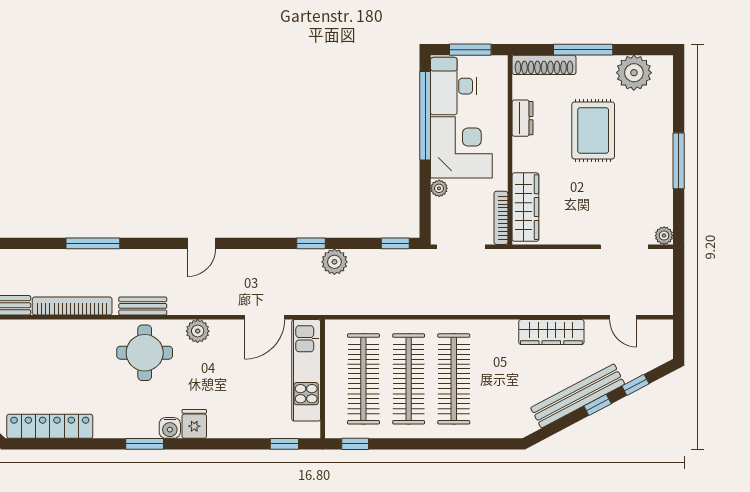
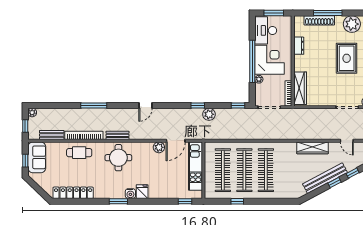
shoe rack: (544, 65) -> (319, 20), moved
window: (425, 116) -> (252, 61), moved
rug: (593, 130) -> (347, 58), moved
plant: (198, 331) -> (159, 147), moved
cafe table: (62, 342) -> (79, 153), added
window: (355, 444) -> (237, 201), moved

